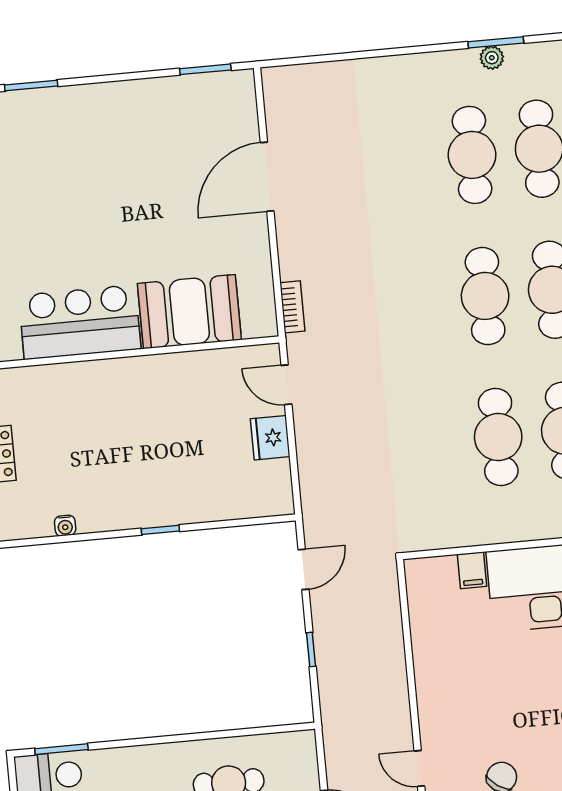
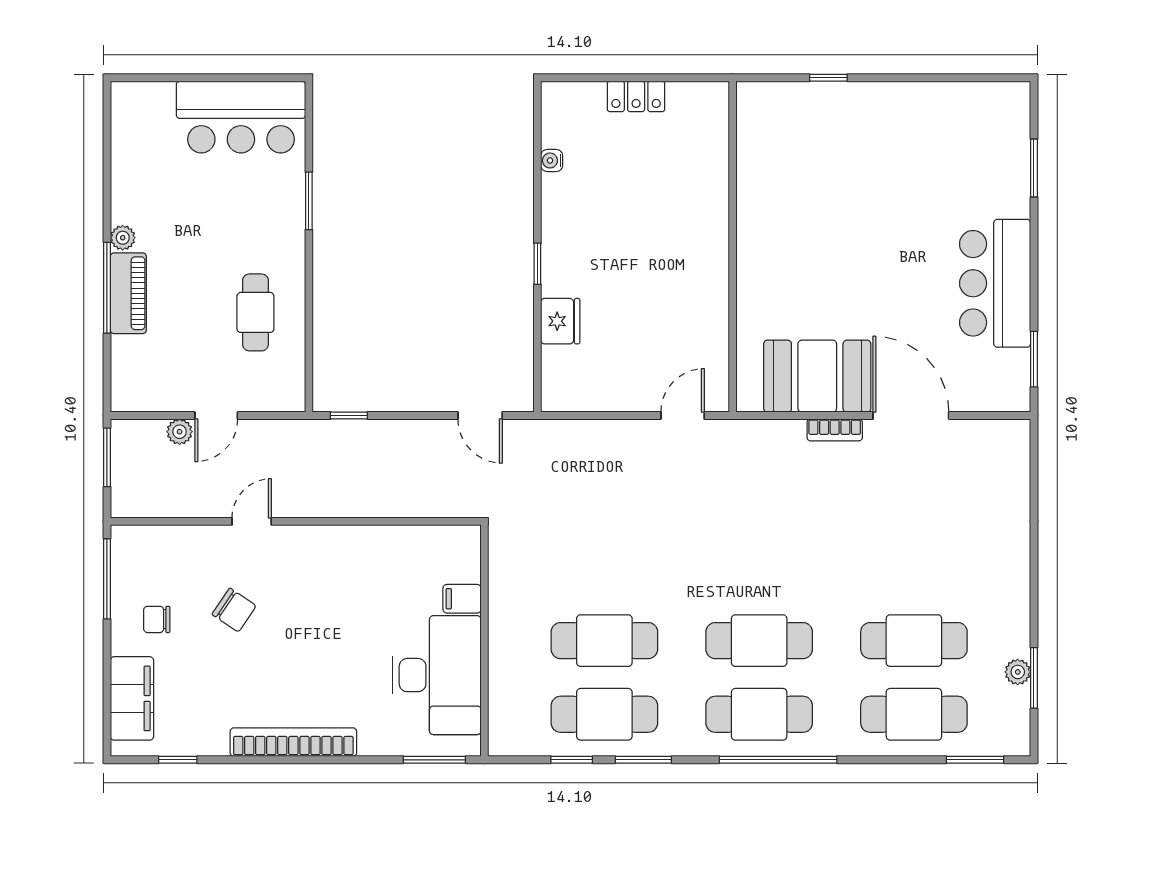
bookcase: (292, 307) -> (835, 430), moved
booth: (189, 312) -> (817, 376), moved, turned 90
bar counter: (80, 322) -> (995, 283), moved, turned 180
fridge: (270, 438) -> (560, 321), moved, turned 90
window: (311, 650) -> (349, 415), moved
window: (61, 749) -> (309, 201), moved

